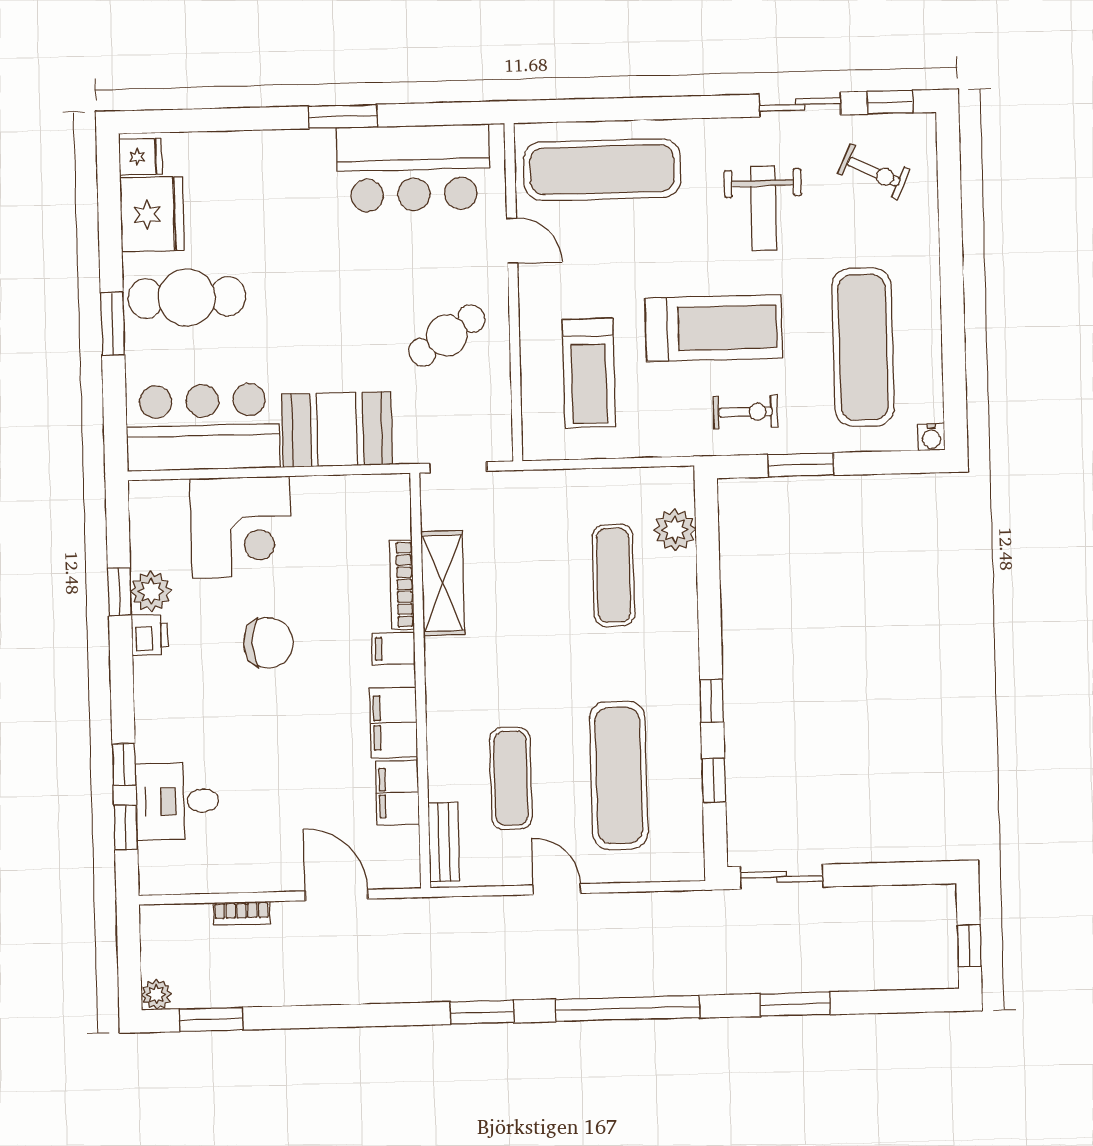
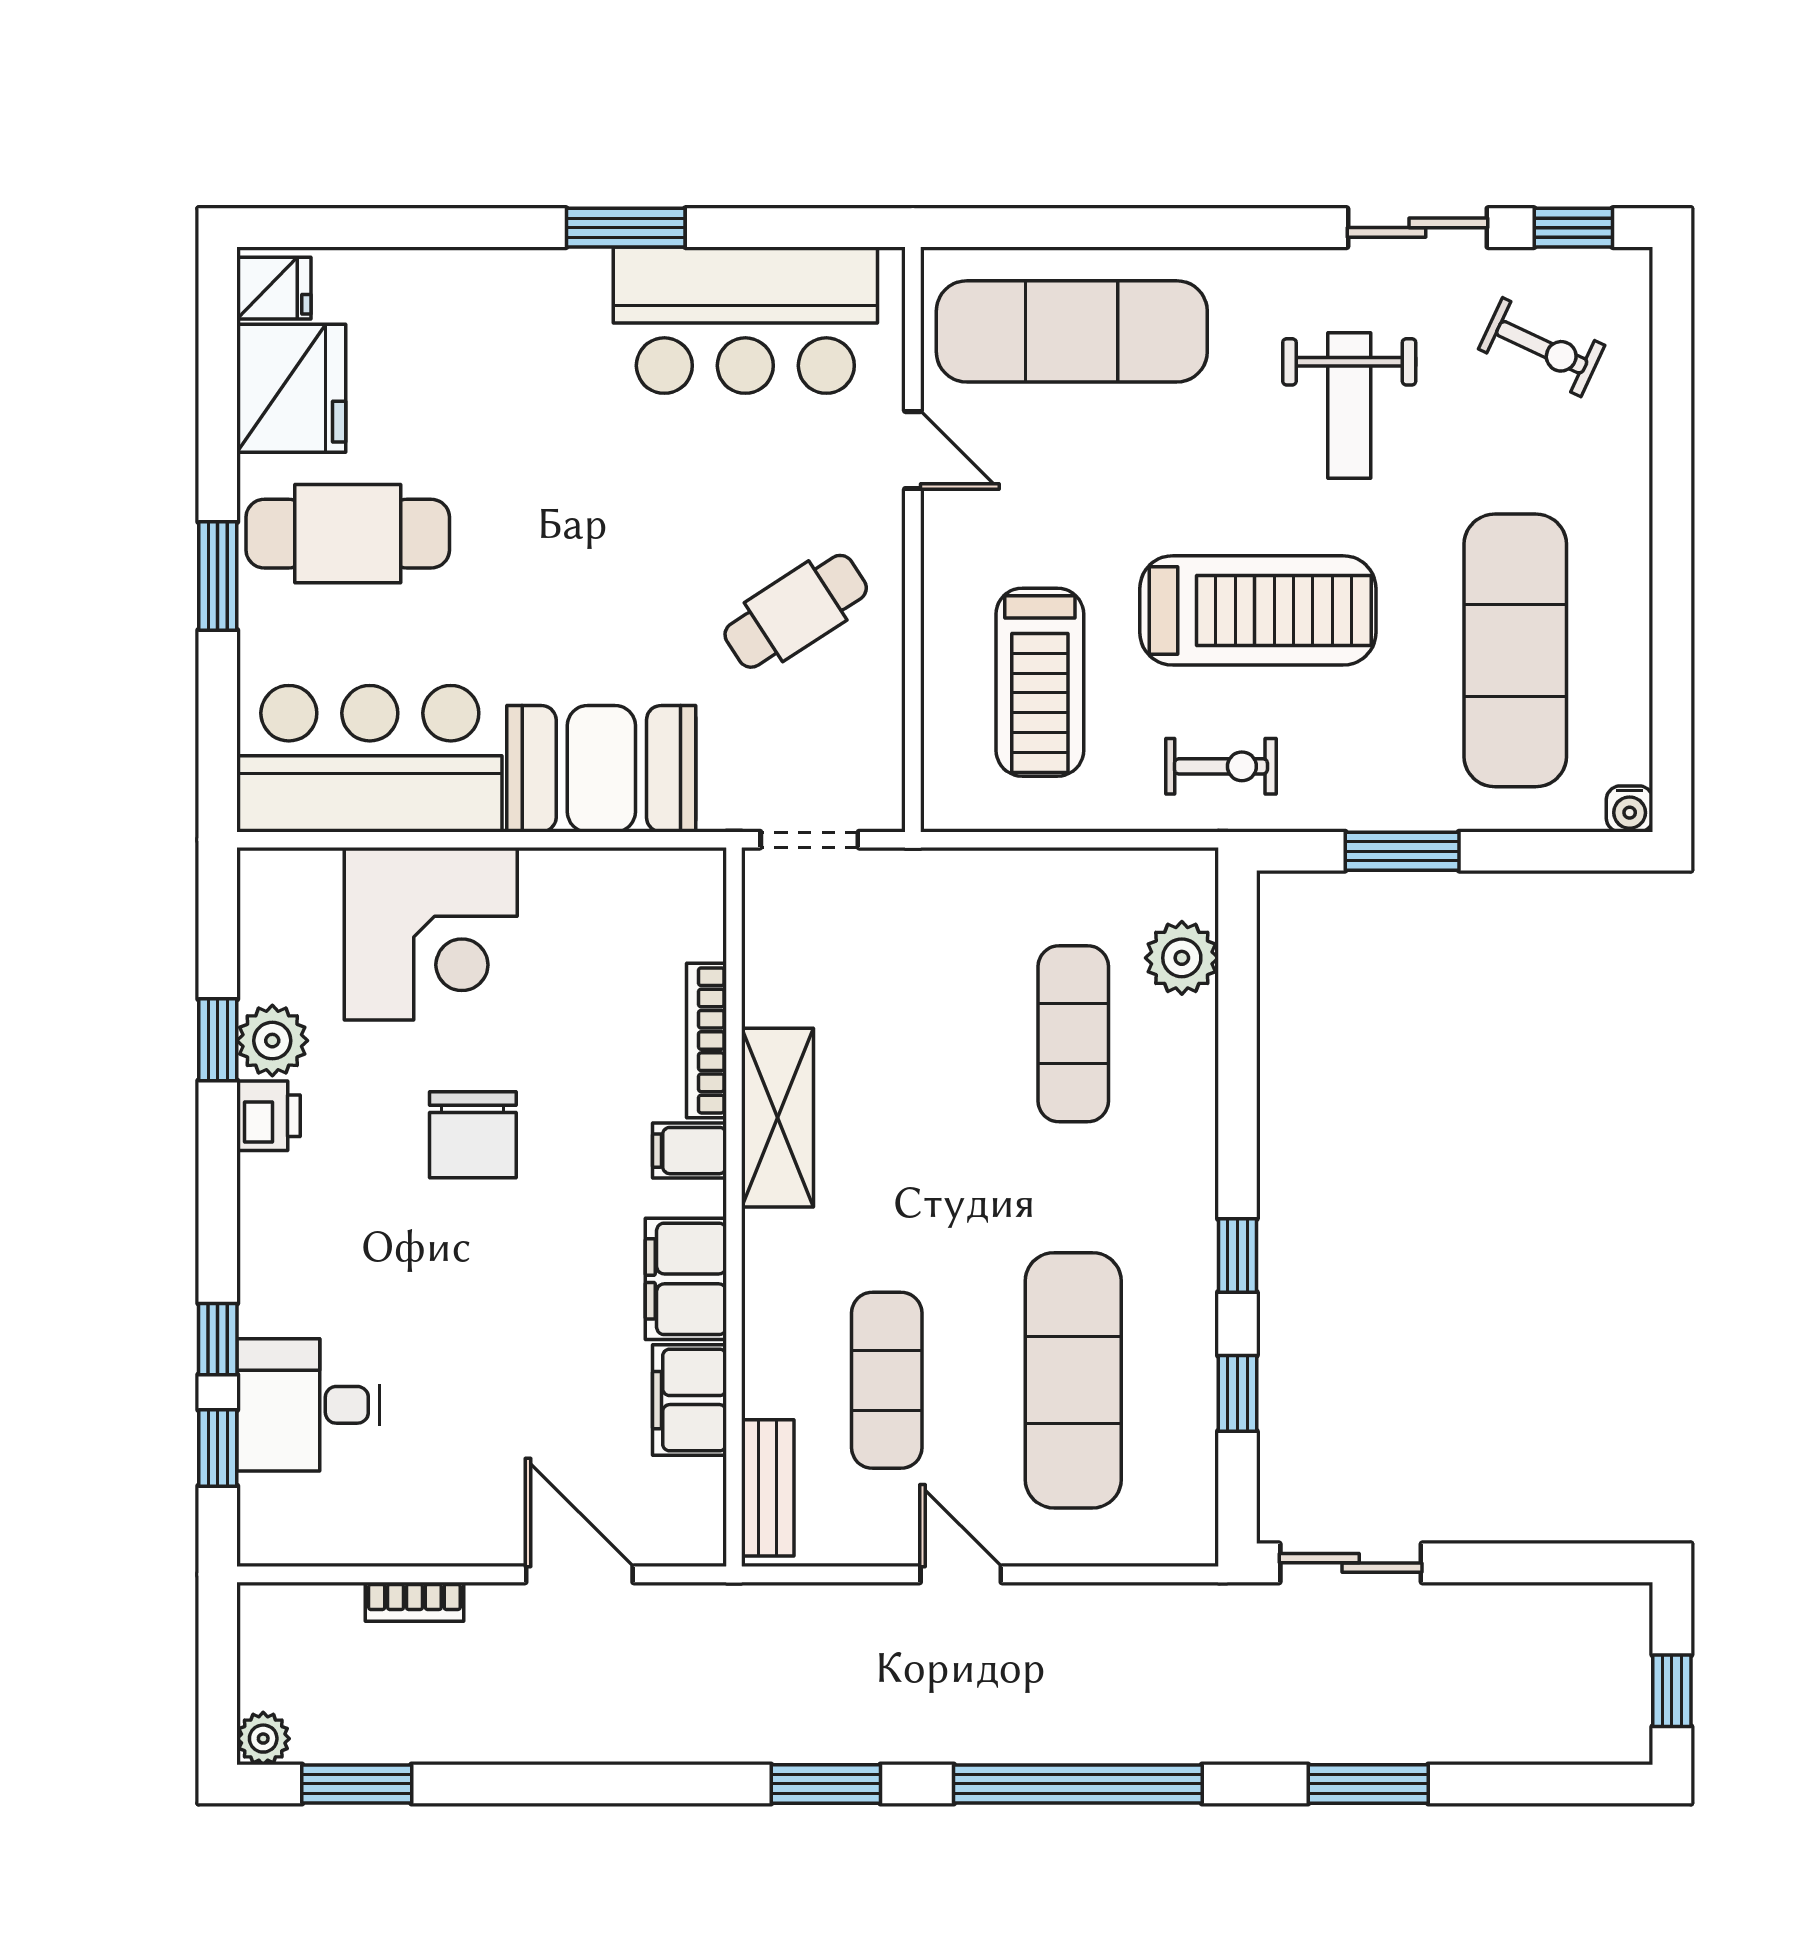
exercise bike: (745, 412) -> (1221, 766), moved
shelving: (443, 583) -> (777, 1118), moved
chair: (268, 643) -> (473, 1135), turned 90

